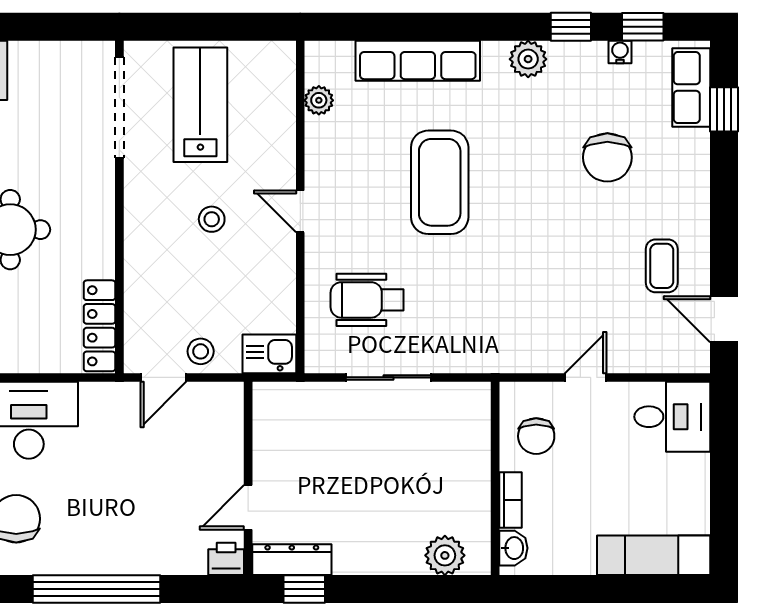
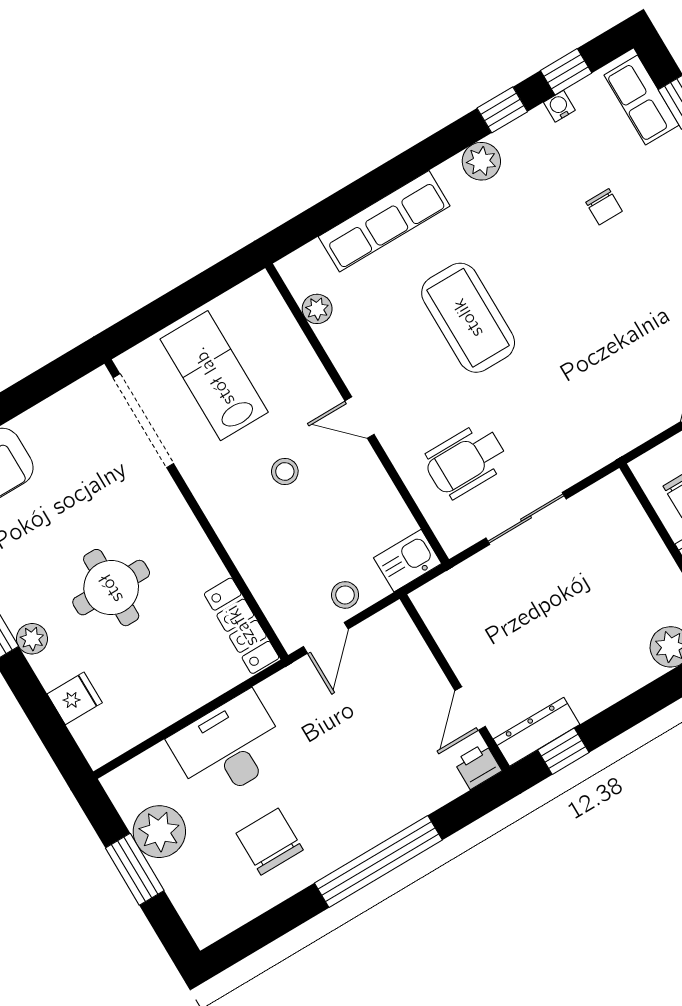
chair: (607, 157) -> (604, 207), width x0.54, depth x0.54

